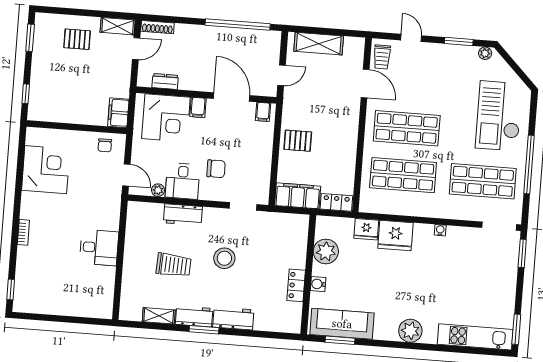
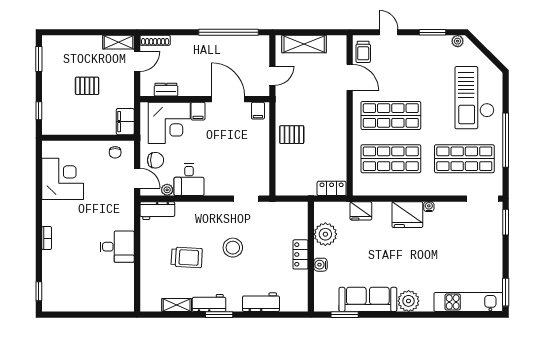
pallet: (77, 39) -> (87, 86), moved
chair: (216, 169) -> (155, 160), moved
filing cabinet: (298, 196) -> (296, 185), removed
workbench: (183, 215) -> (157, 211), moved
fridge: (395, 235) -> (407, 215), moved
locker: (296, 285) -> (301, 254), moved
workbench: (233, 318) -> (261, 302), moved
sofa: (342, 324) -> (368, 299), moved

